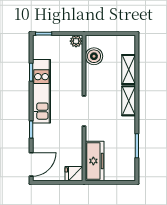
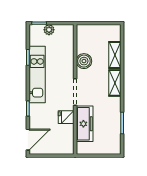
plant: (76, 41) -> (49, 30), moved
boiler: (94, 56) -> (84, 61), moved
freezer: (95, 161) -> (85, 124), moved
fridge: (74, 174) -> (66, 117), moved

